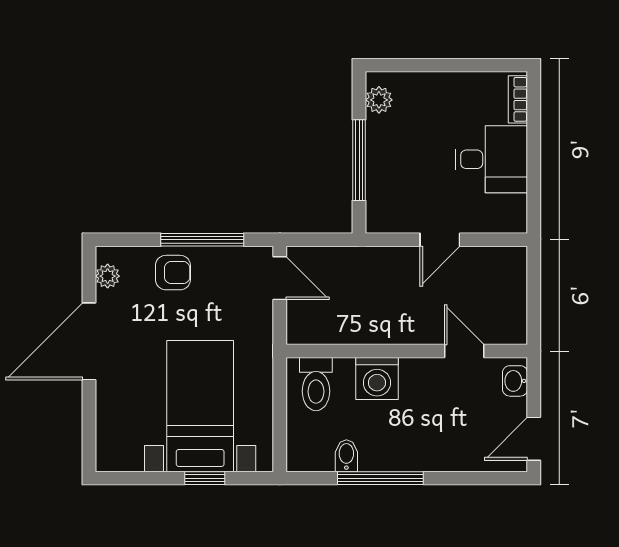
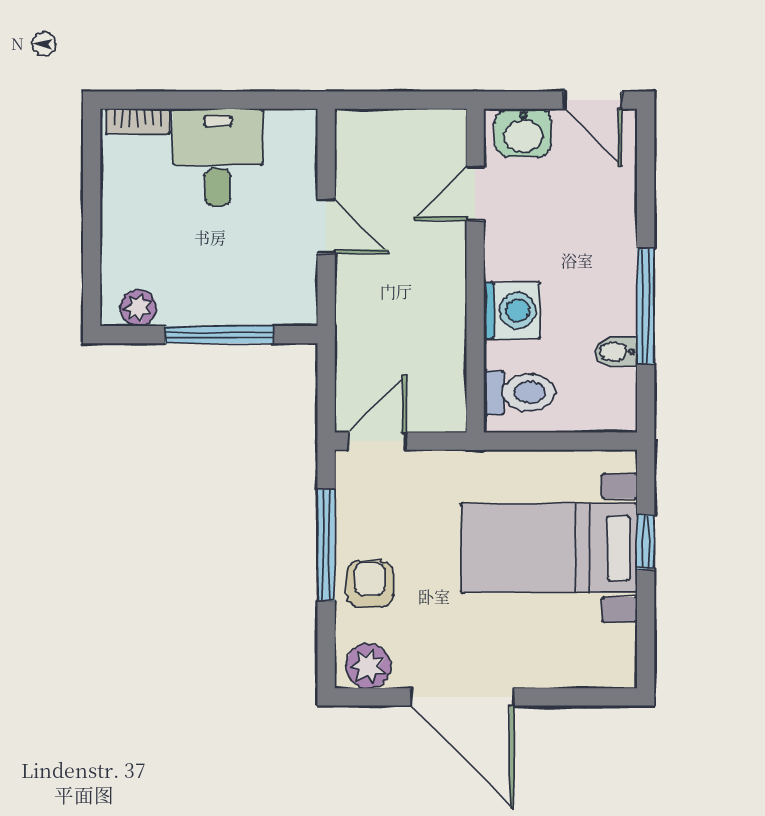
plant: (108, 276) -> (368, 666), width x1.38, depth x1.38
washbasin: (515, 381) -> (523, 133), width x1.38, depth x1.45

